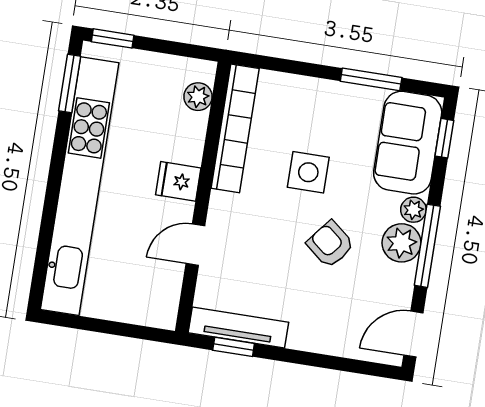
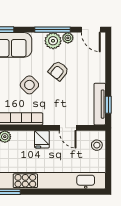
side table: (308, 172) -> (29, 85), turned 45
plant: (413, 210) -> (68, 38), moved
stool: (145, 306) -> (97, 145), added

